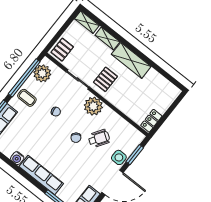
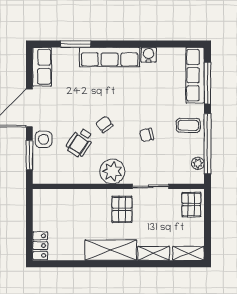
plant: (42, 73) -> (198, 163), width x0.53, depth x0.53
locker: (151, 121) -> (40, 246), moved

